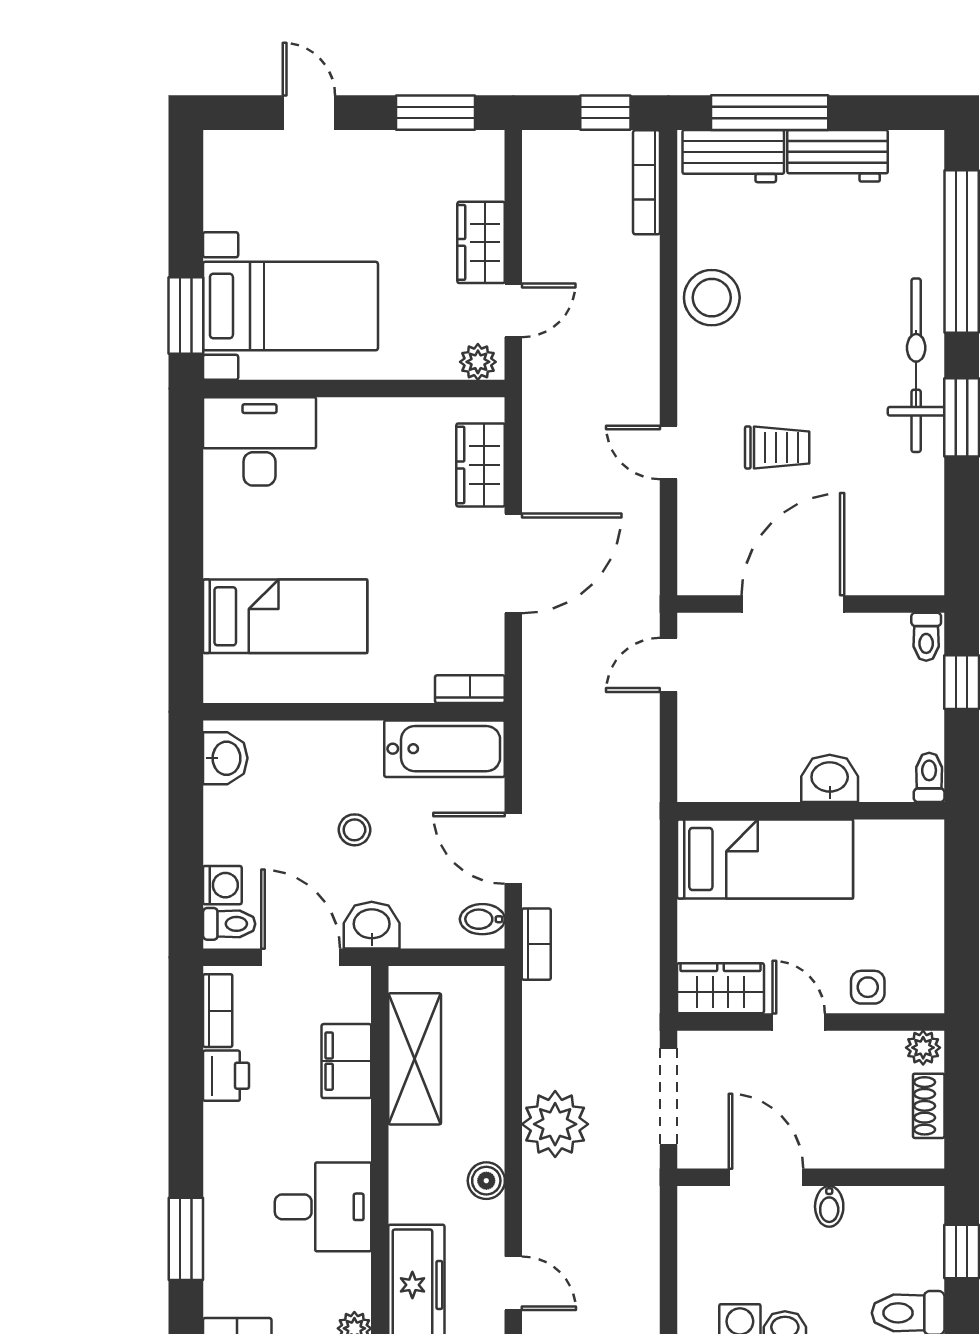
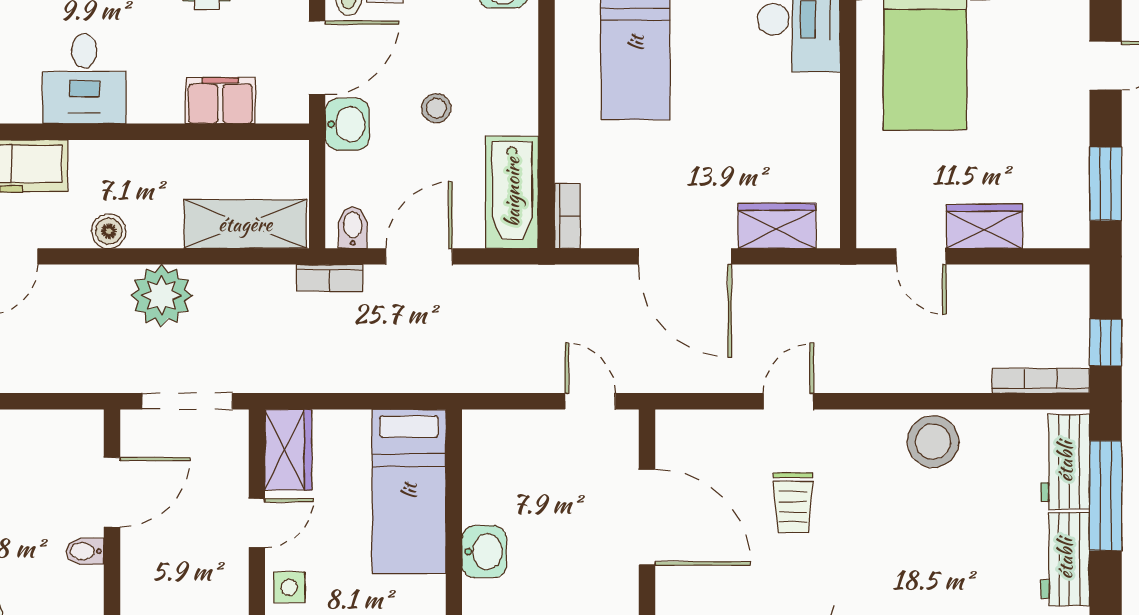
plant: (478, 362) -> (873, 223), removed
shelving: (415, 1059) -> (245, 224), moved

